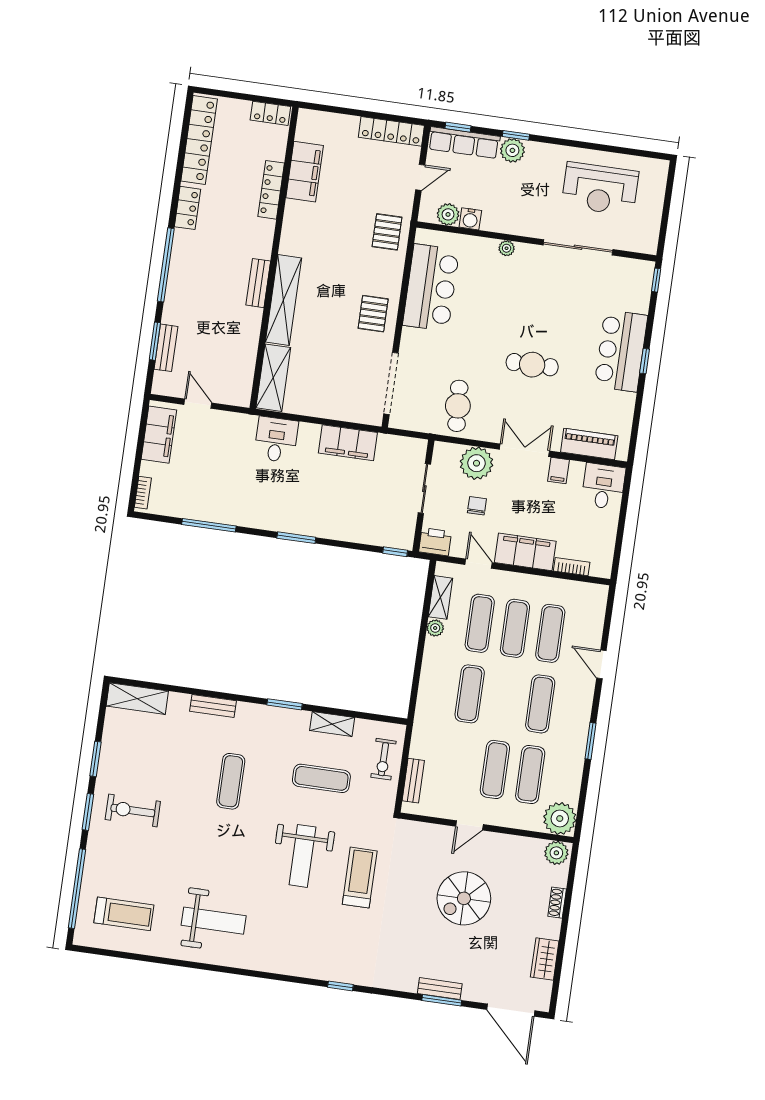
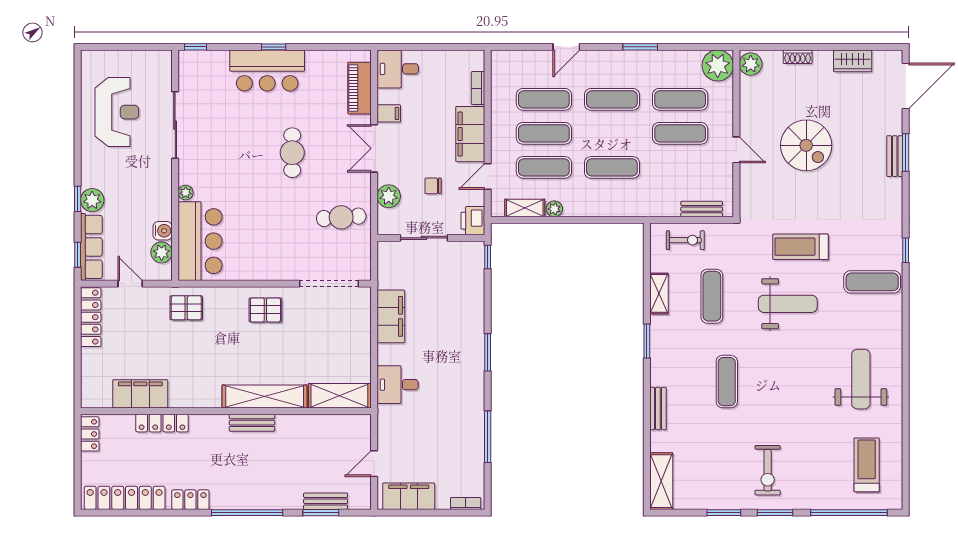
bar counter: (431, 288) -> (200, 241), moved, turned 90
plant: (477, 463) -> (389, 196), width x0.73, depth x0.73
exercise mat: (231, 781) -> (727, 382), turned 90
exercise mat: (313, 947) -> (872, 282), added

